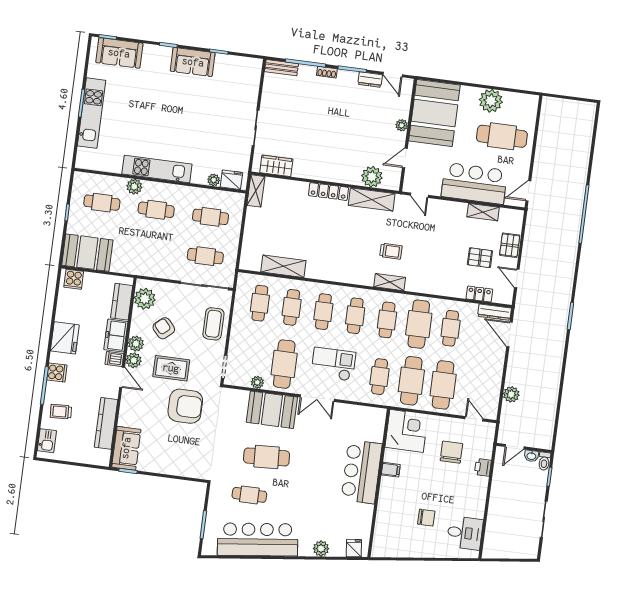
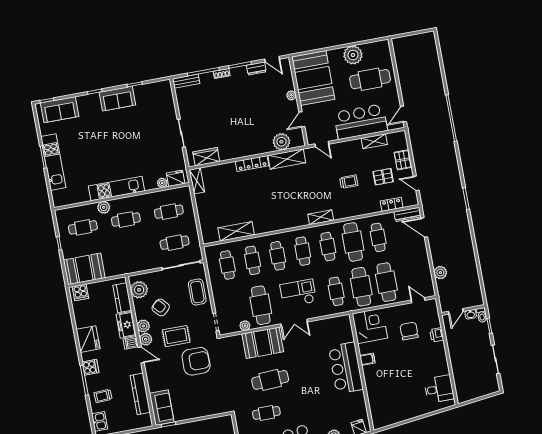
trolley: (391, 251) -> (349, 182), moved
chair: (426, 518) -> (406, 387), removed

